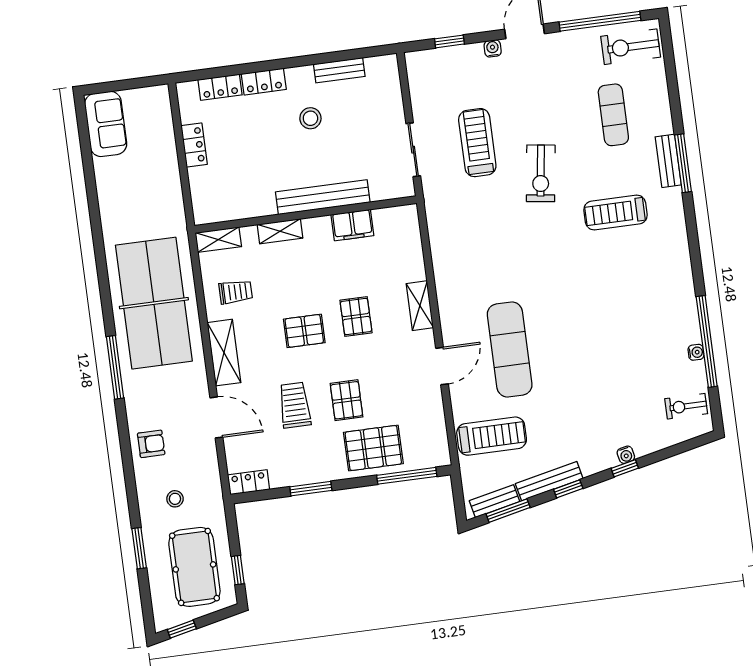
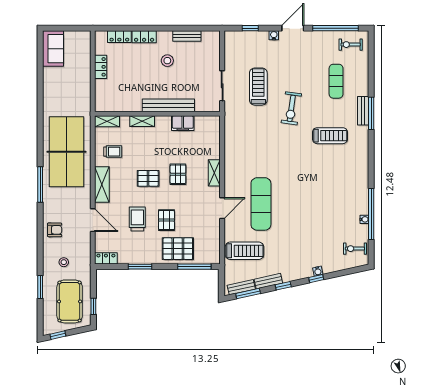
exercise bike: (631, 47) -> (351, 45), width x0.73, depth x0.72
treadmill: (615, 213) -> (330, 136), turned 180
bench: (549, 481) -> (268, 281), width x0.73

